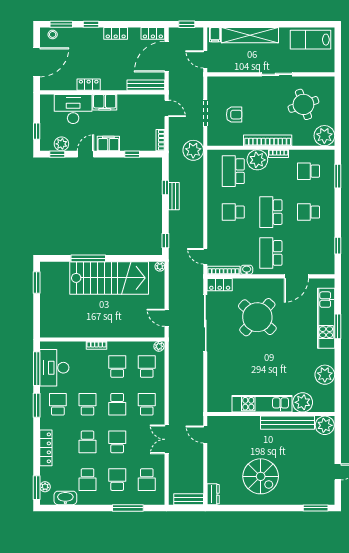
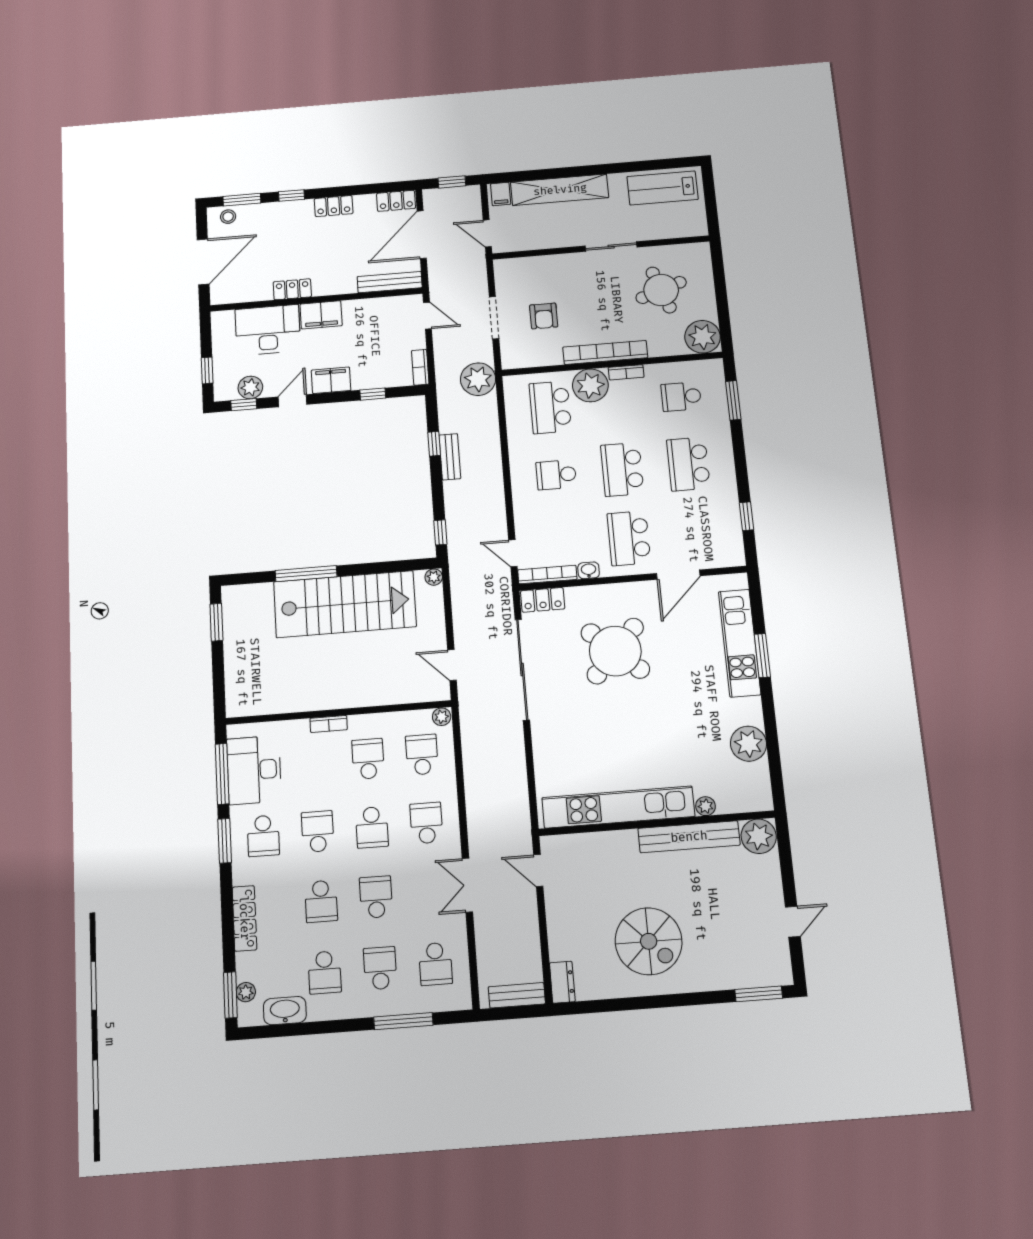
armchair: (234, 115) -> (544, 316), turned 90
school desk: (308, 212) -> (688, 464), width x1.85
plant: (303, 402) -> (706, 806), width x0.53, depth x0.53
school desk: (58, 404) -> (263, 836), turned 180
kitchen unit: (262, 404) -> (618, 807), width x1.36

